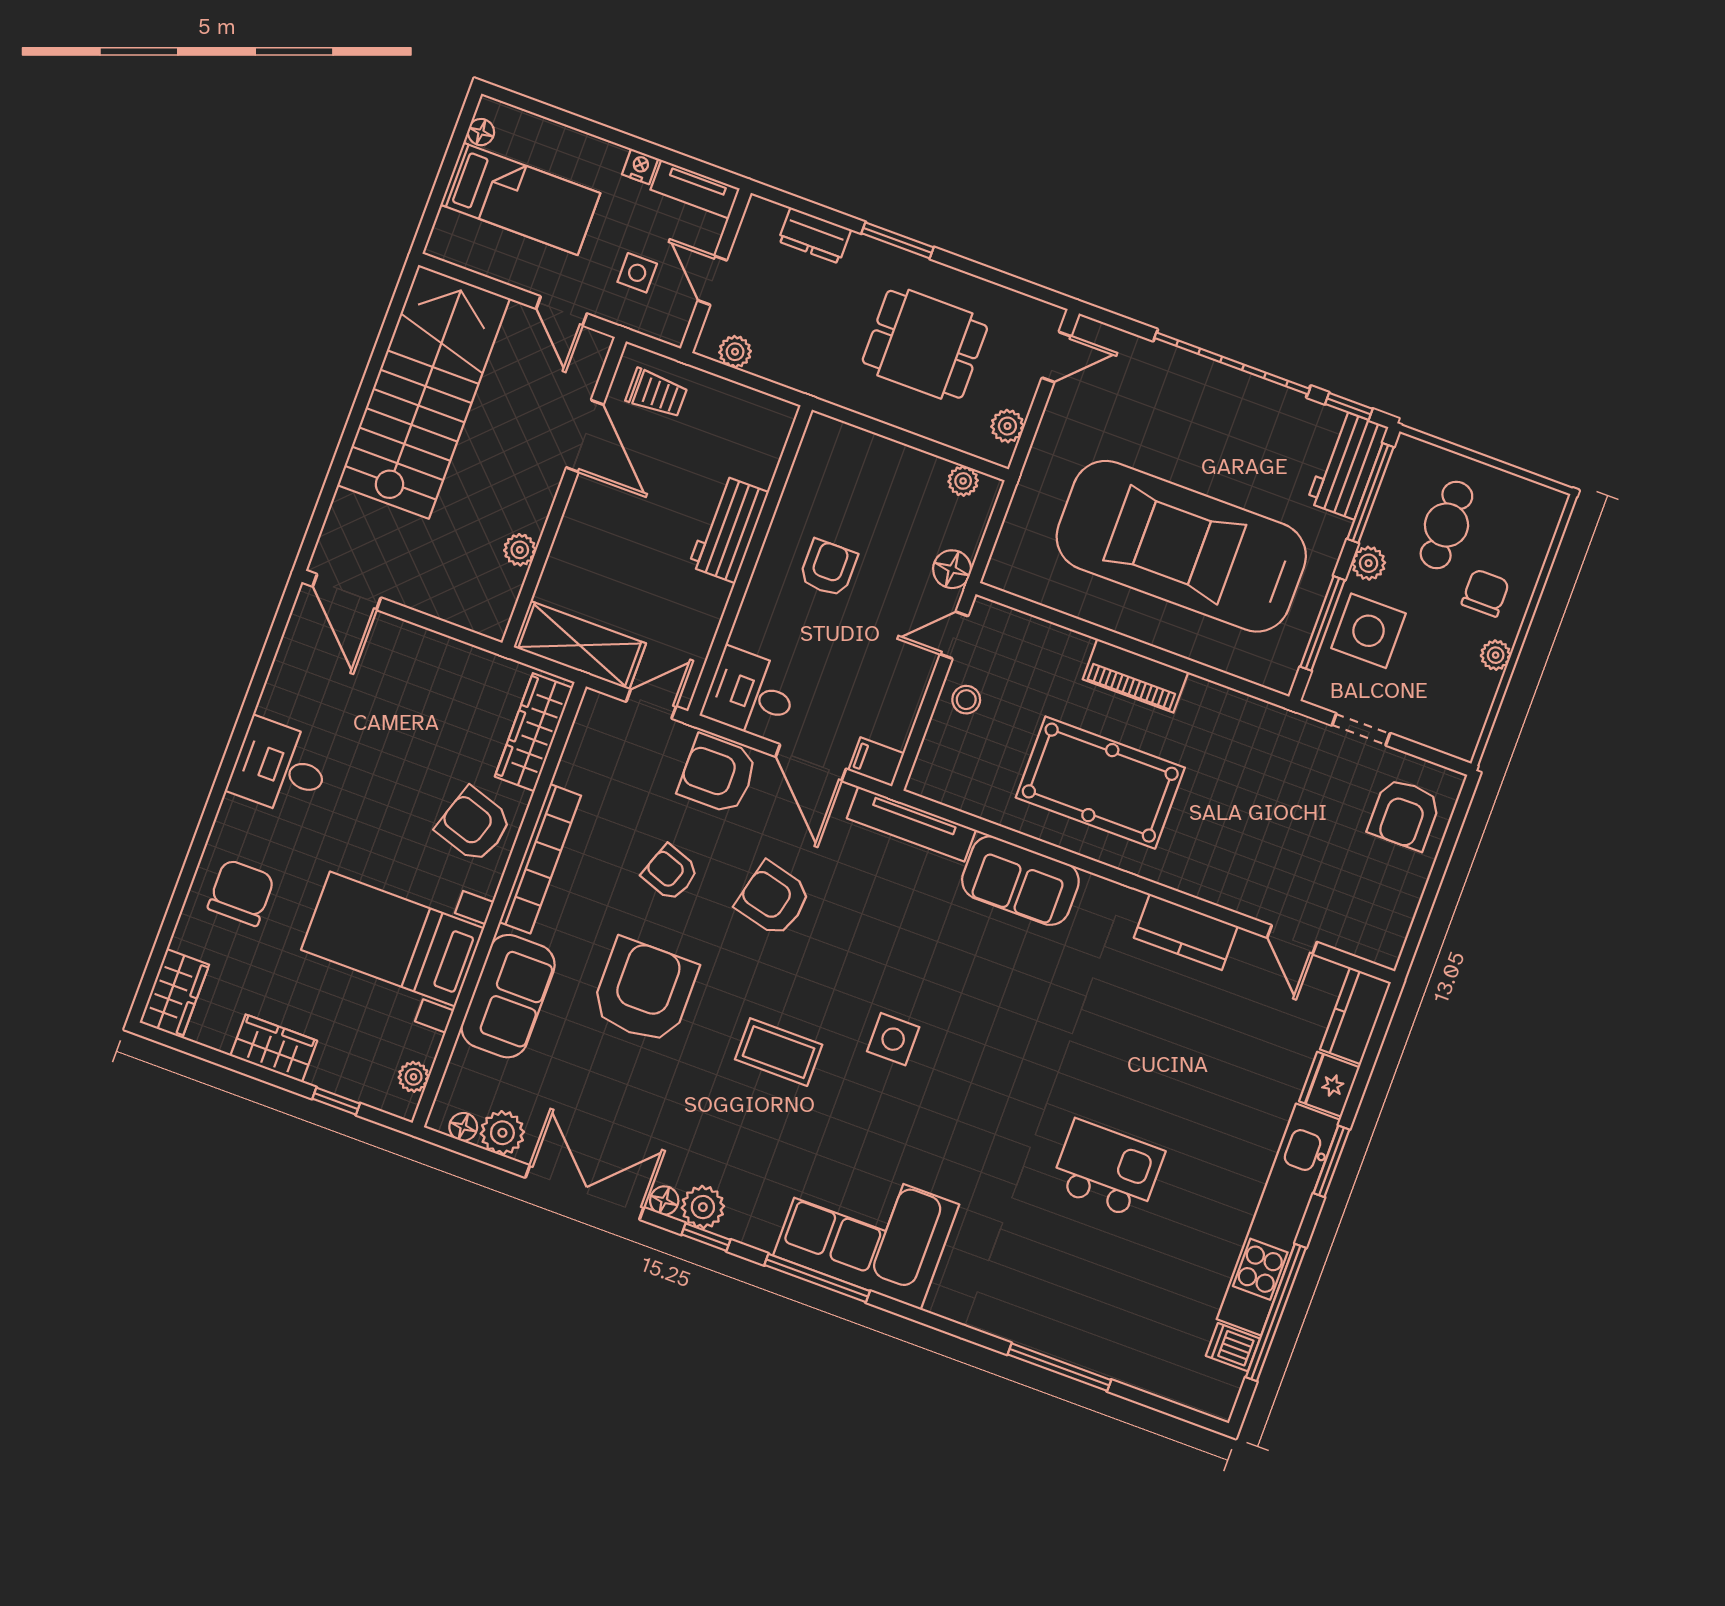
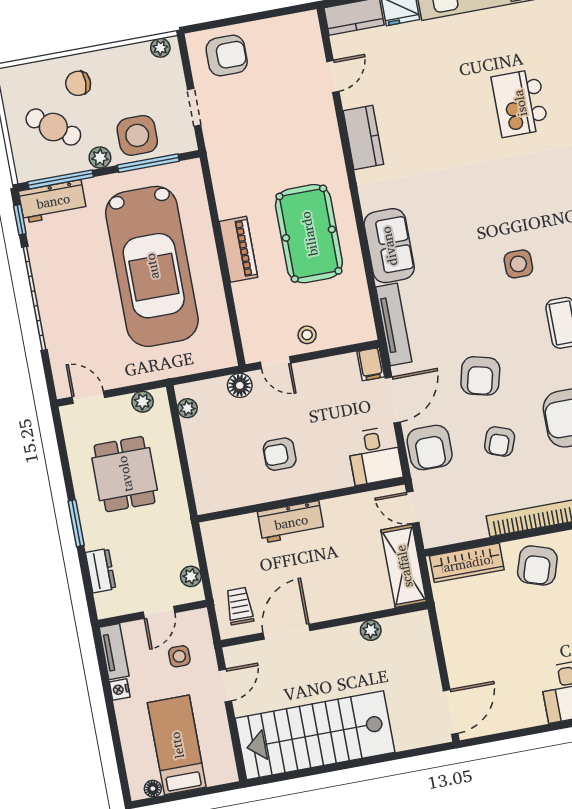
cafe table: (1446, 525) -> (53, 127), turned 36
plant: (1496, 655) -> (160, 48), moved

